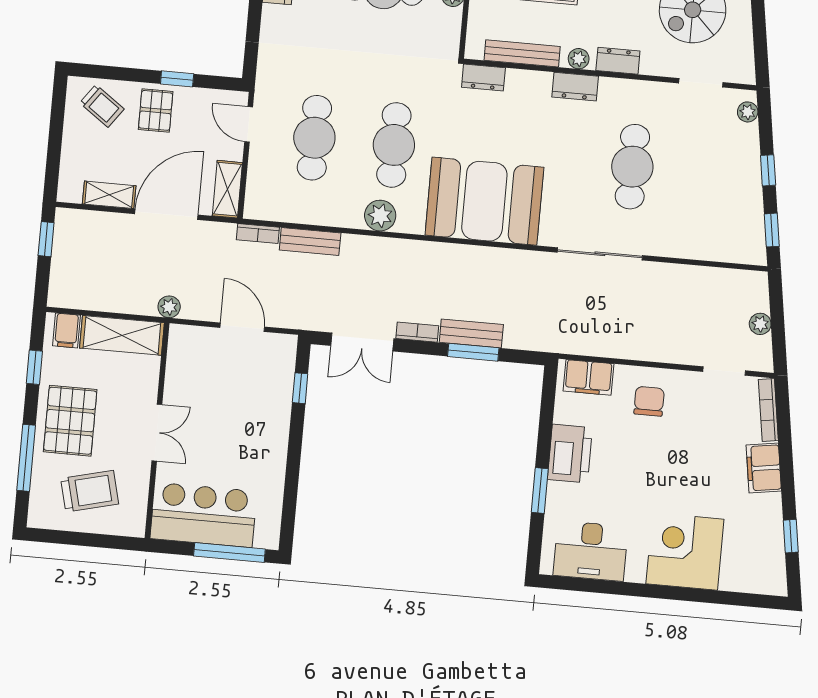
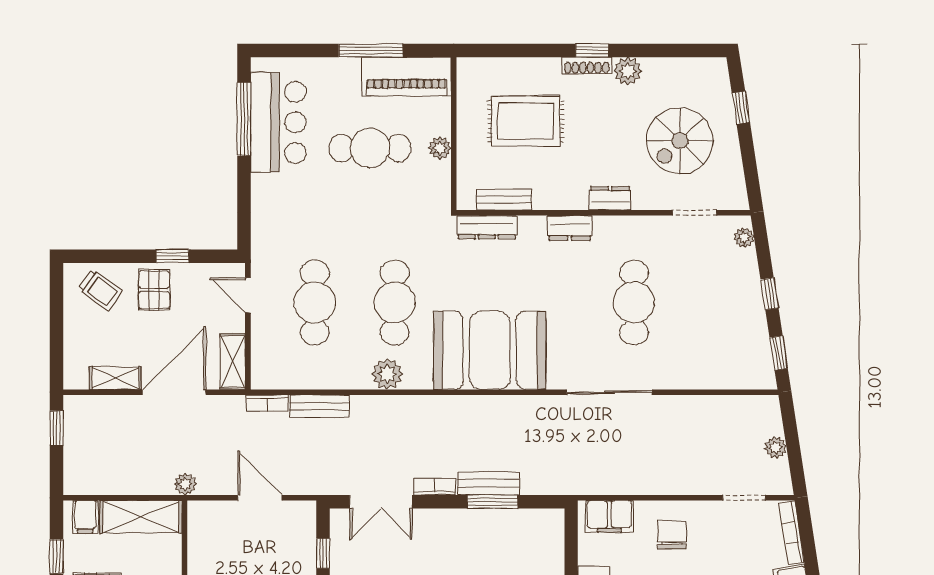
bench: (522, 53) -> (504, 200), width x0.73
plant: (579, 59) -> (571, 200), removed
dresser: (483, 77) -> (487, 227), width x1.44

